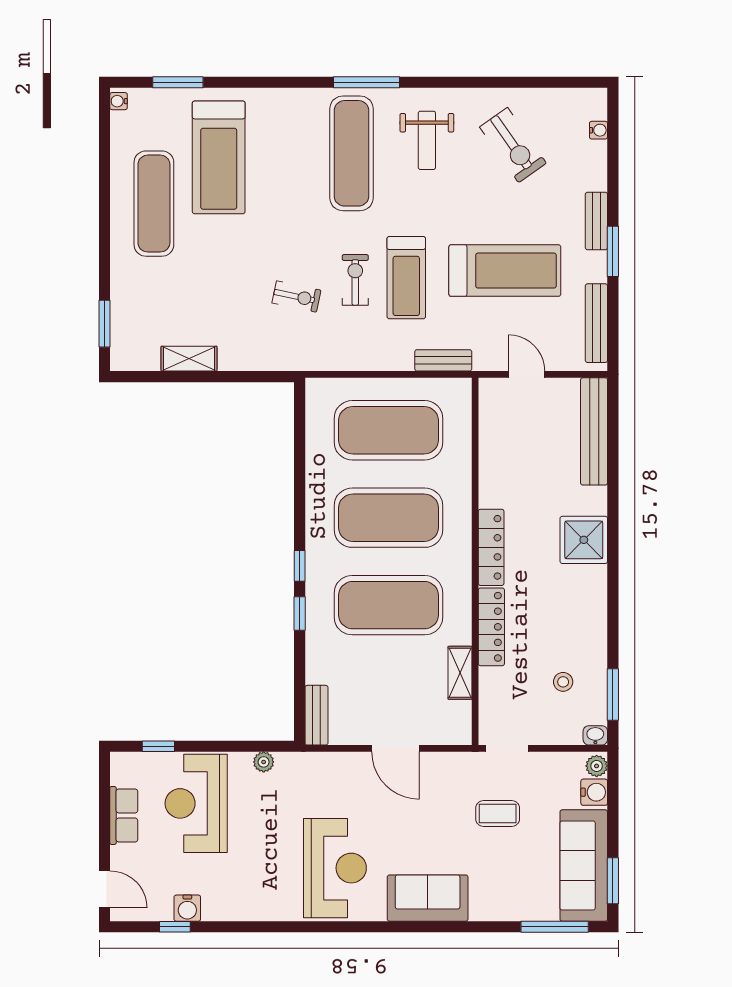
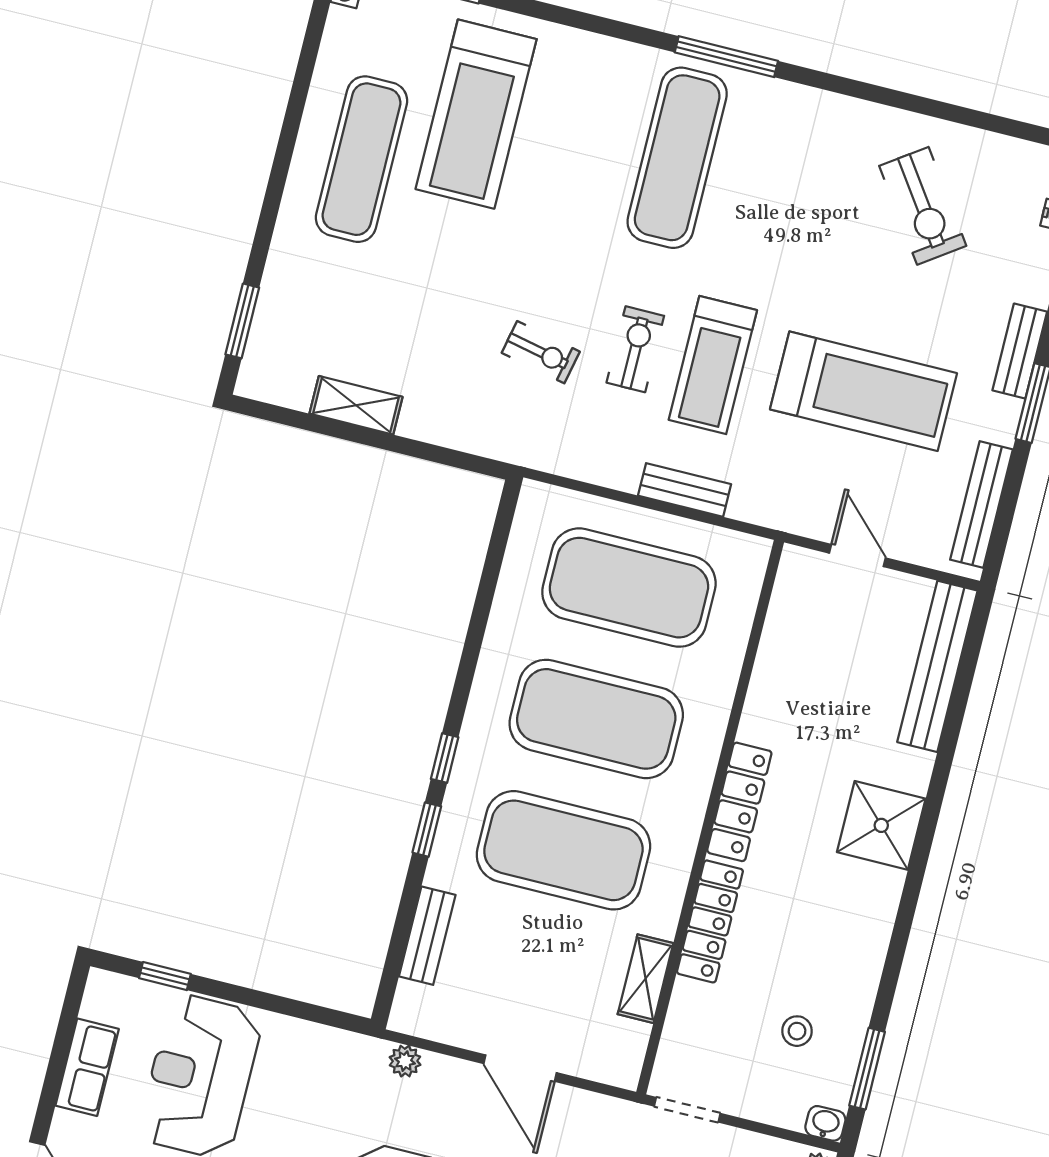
weight bench: (427, 140) -> (795, 166), removed
bench: (443, 360) -> (685, 490), moved
bench: (316, 715) -> (427, 936), moved
plant: (264, 762) -> (405, 1061), moved

